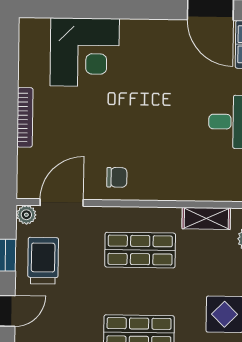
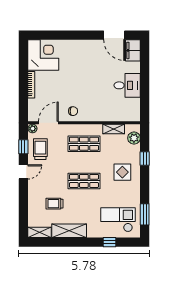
corner desk: (85, 52) -> (43, 55), moved, turned -90

